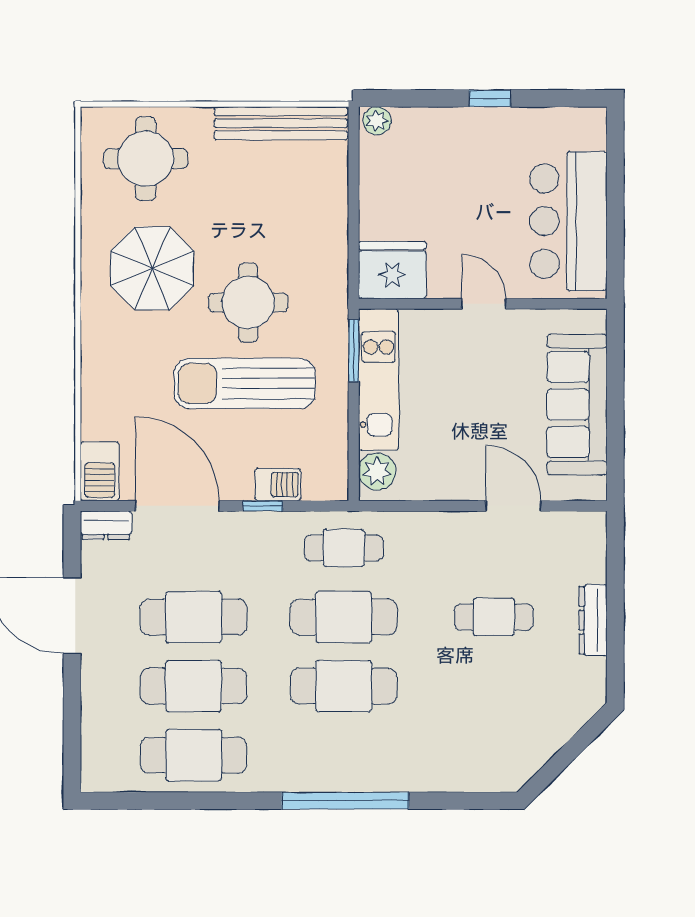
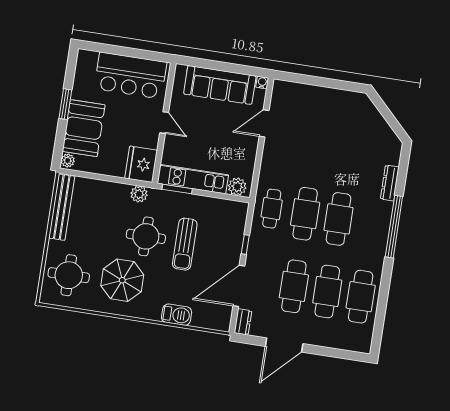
window: (490, 98) -> (65, 104), width x1.50
booth: (447, 143) -> (84, 128), added
plant: (331, 275) -> (139, 194), added
door: (484, 304) -> (164, 123), swing flipped
sun lounger: (245, 383) -> (185, 244), width x0.73, depth x0.75
barbecue: (100, 471) -> (177, 315), moved
barbecue: (278, 485) -> (236, 236), removed
water cooler: (595, 489) -> (262, 82), added
cafe table: (494, 617) -> (316, 141), removed
dresser: (593, 620) -> (390, 183), moved, turned 90

